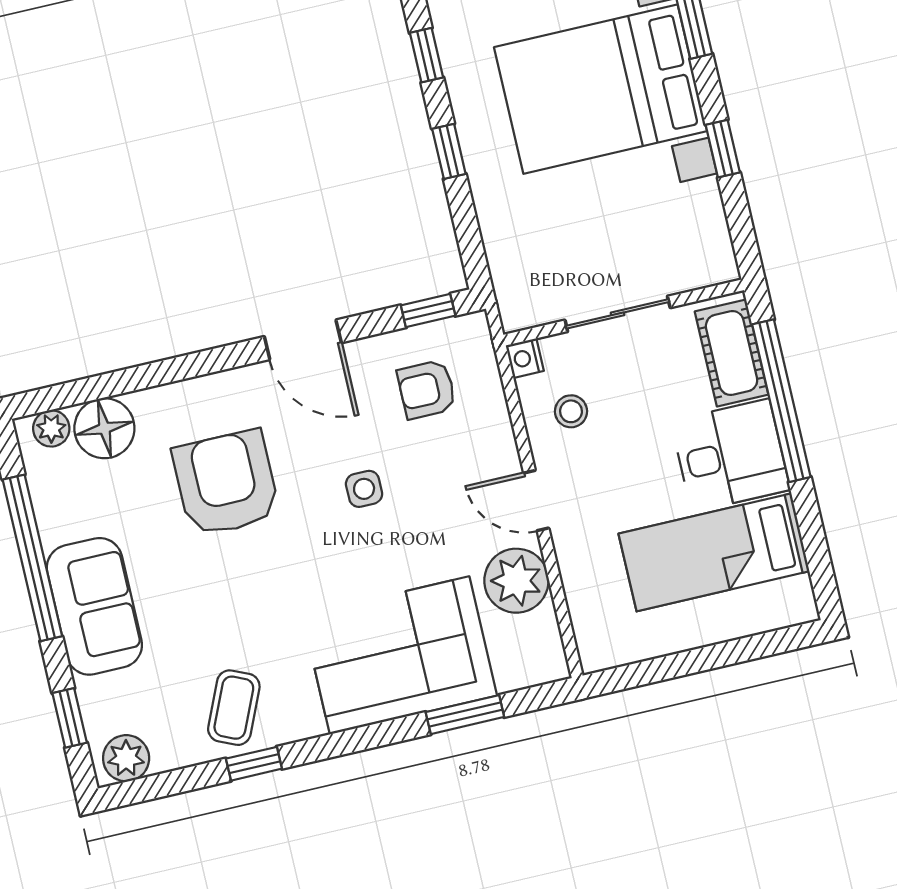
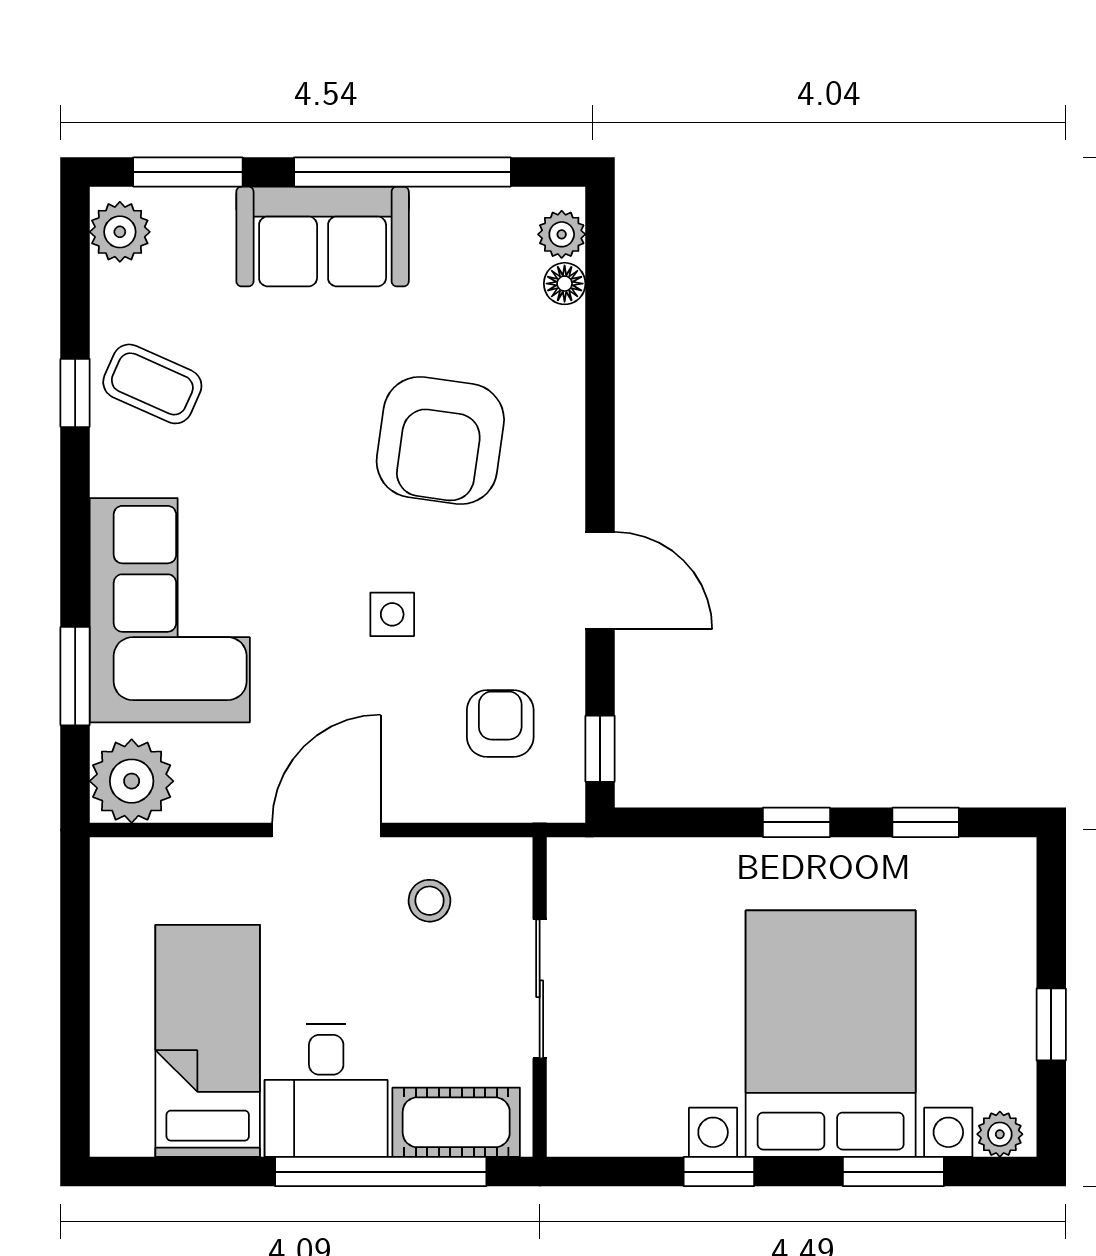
door: (303, 340) -> (600, 581), swing flipped
nightstand: (525, 358) -> (511, 858), removed
floor lamp: (104, 428) -> (565, 284), width x0.53, depth x0.53
armchair: (226, 483) -> (440, 441), turned 98
door: (536, 501) -> (326, 830), width x1.38
plant: (516, 581) -> (132, 781), moved
window: (70, 718) -> (188, 172), width x1.50

